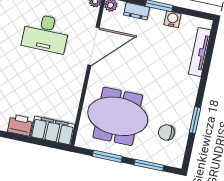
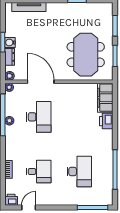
water cooler: (172, 19) -> (10, 42), moved
chair: (166, 132) -> (90, 18), removed

